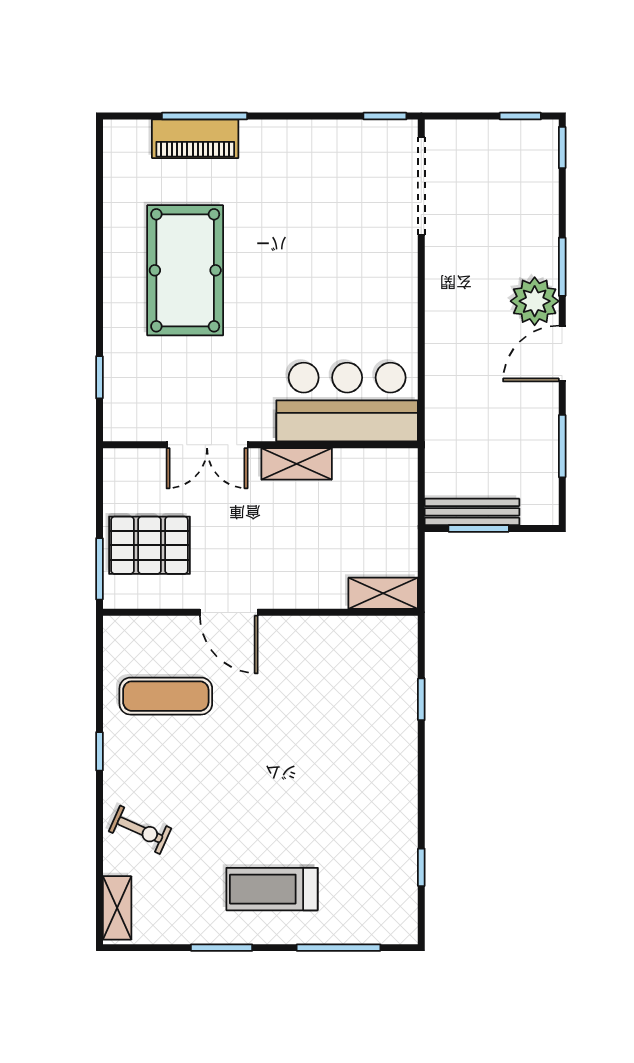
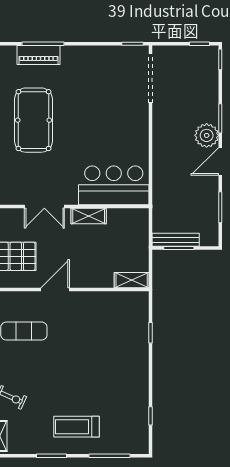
door: (229, 612) -> (55, 290), swing flipped

